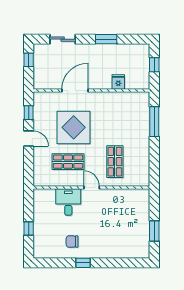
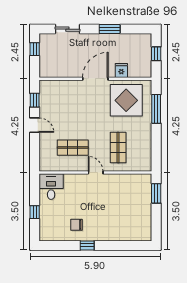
door: (75, 91) -> (95, 79), moved
display table: (74, 127) -> (126, 100), moved
desk: (68, 202) -> (51, 187), moved
window: (154, 231) -> (156, 193), moved

